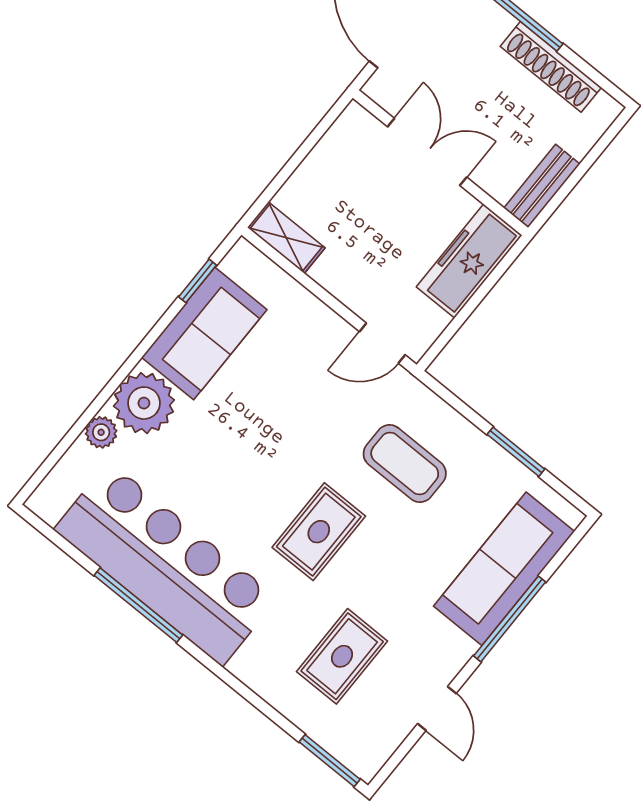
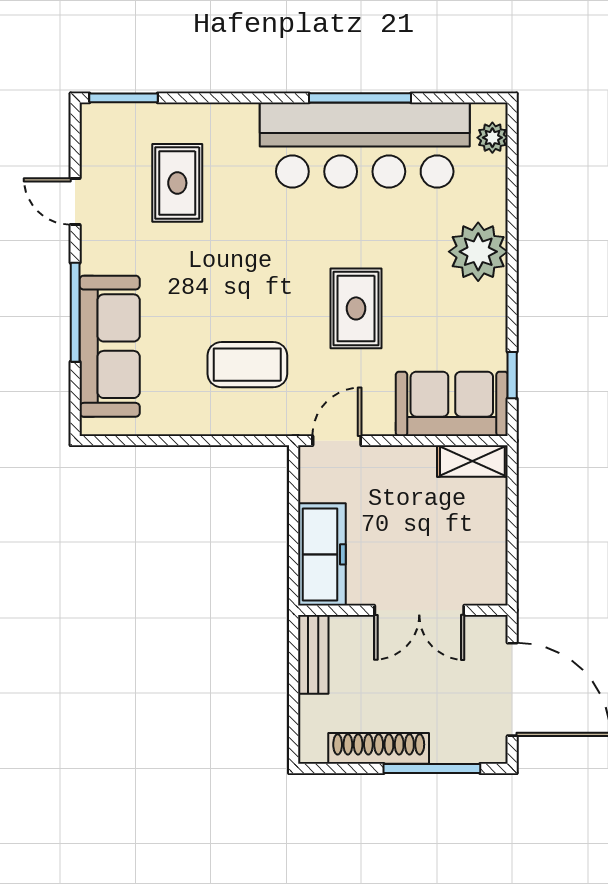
sofa: (204, 334) -> (452, 404), moved, turned 90
plant: (101, 432) -> (492, 138), moved
window: (516, 452) -> (172, 441), removed
rug: (319, 532) -> (356, 308), moved

